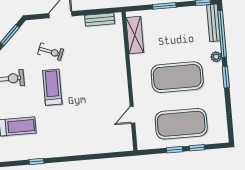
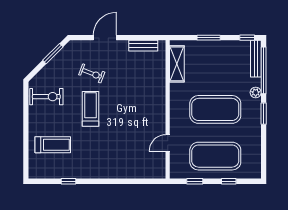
window: (175, 150) -> (195, 181), moved

